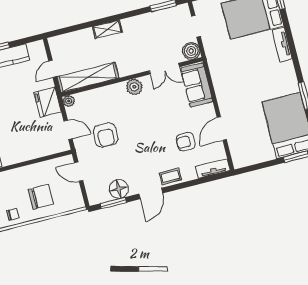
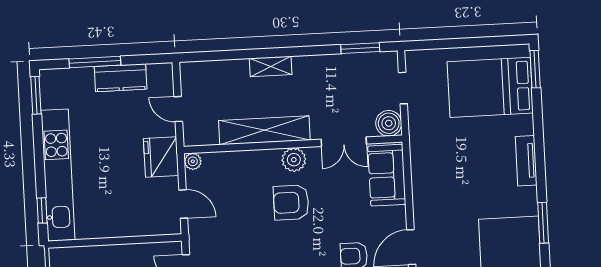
tv unit: (282, 44) -> (526, 161), moved
door: (53, 69) -> (178, 109), hinge flipped
shelving: (88, 77) -> (264, 130), moved
armchair: (106, 135) -> (291, 202), moved, turned 90

